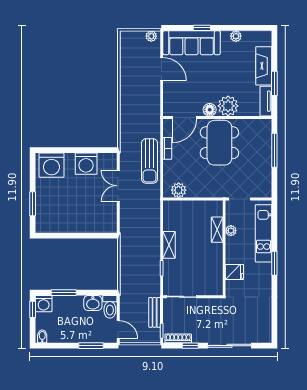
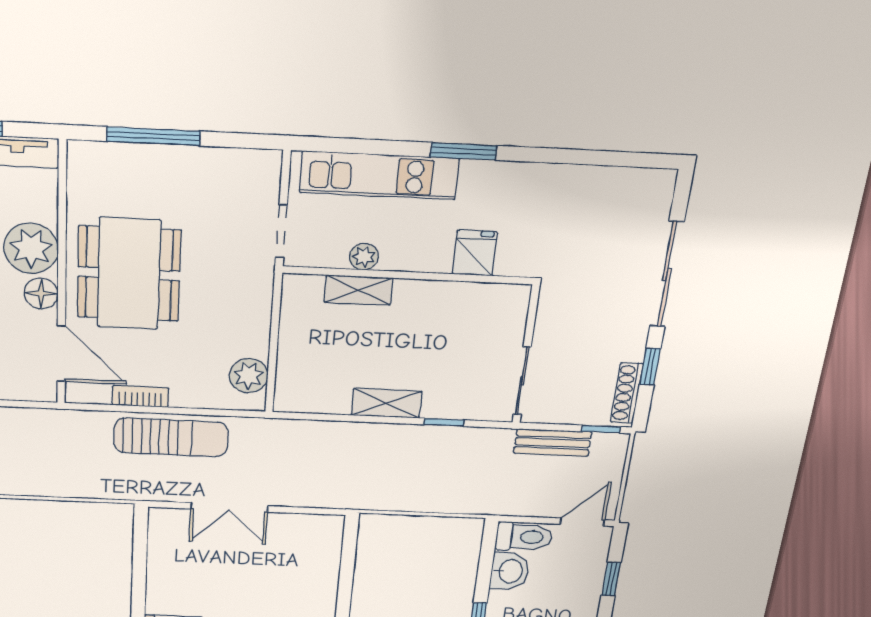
dining table: (219, 143) -> (129, 274), turned 90
washing machine: (86, 164) -> (172, 571), removed
window: (91, 346) -> (611, 579), width x0.67

